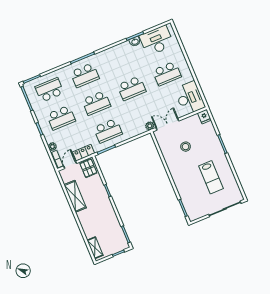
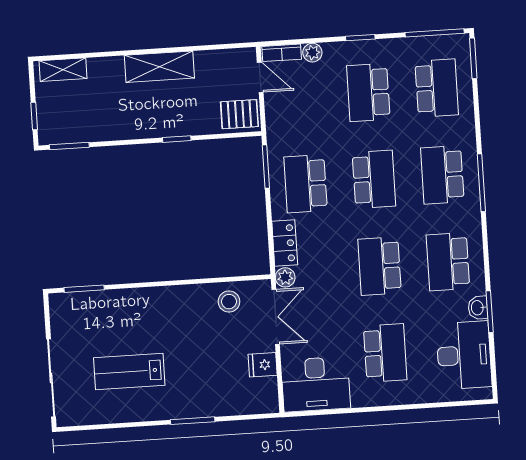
school desk: (120, 60) -> (448, 262), added
school desk: (167, 74) -> (385, 353), turned 180
school desk: (96, 103) -> (374, 179), turned 180
fridge: (204, 117) -> (263, 365), moved
stool: (186, 147) -> (229, 302), moved
locker: (84, 153) -> (285, 243), moved
shelving: (75, 196) -> (159, 67), moved

